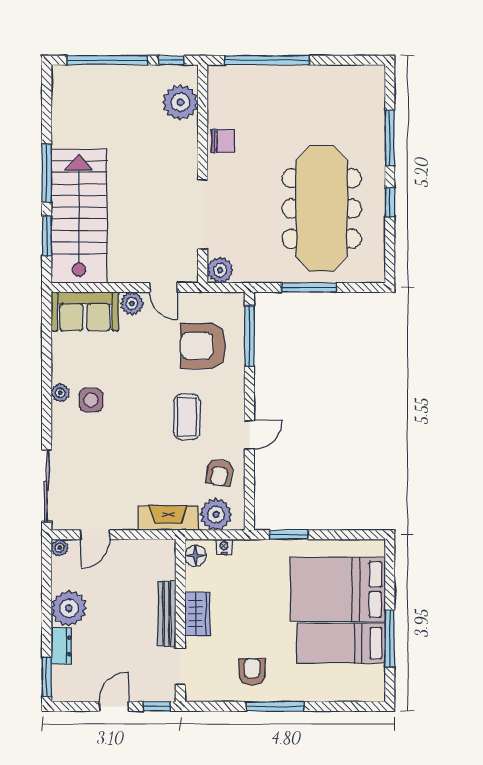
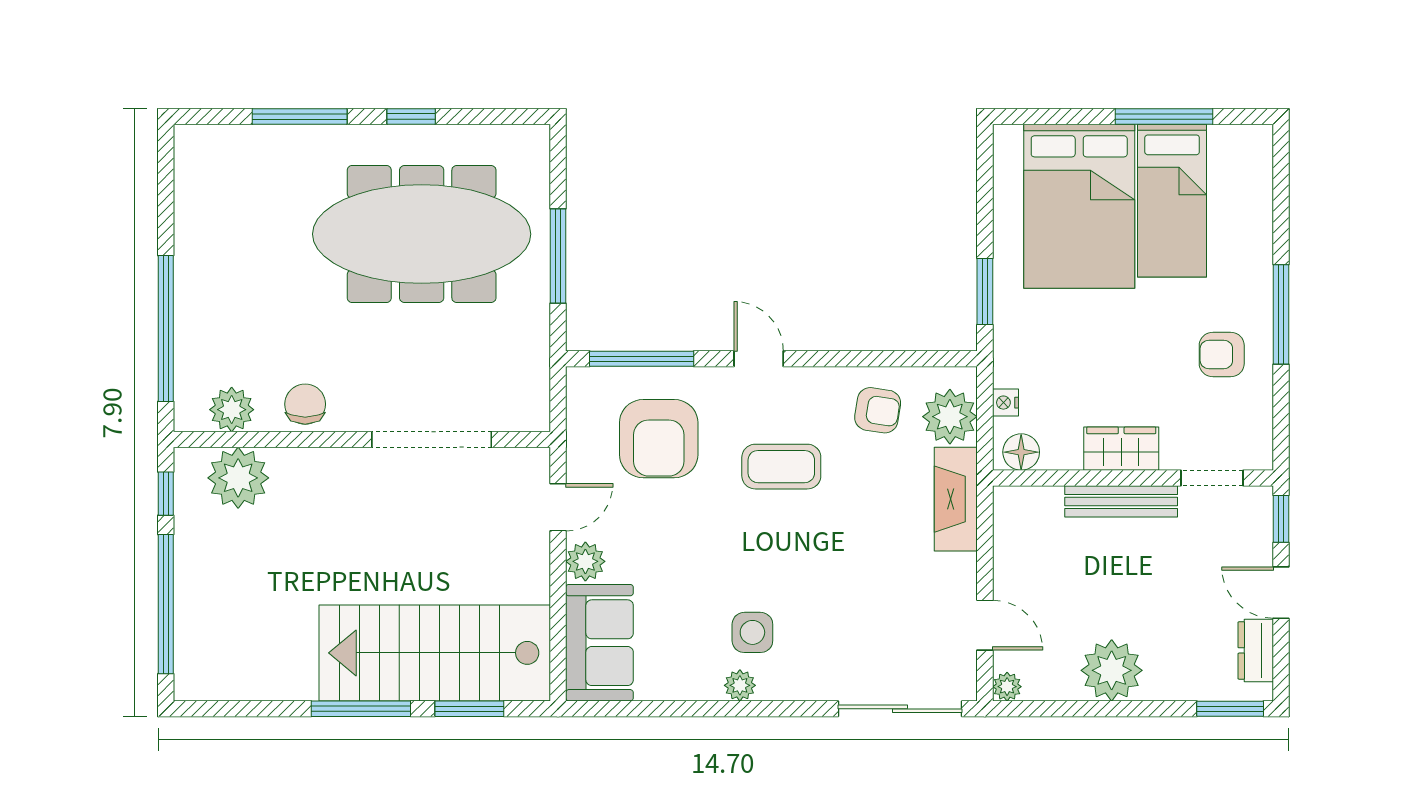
plant: (220, 270) -> (232, 410), moved
door: (249, 435) -> (759, 359), moved
dresser: (61, 646) -> (1256, 650), moved, turned -90

